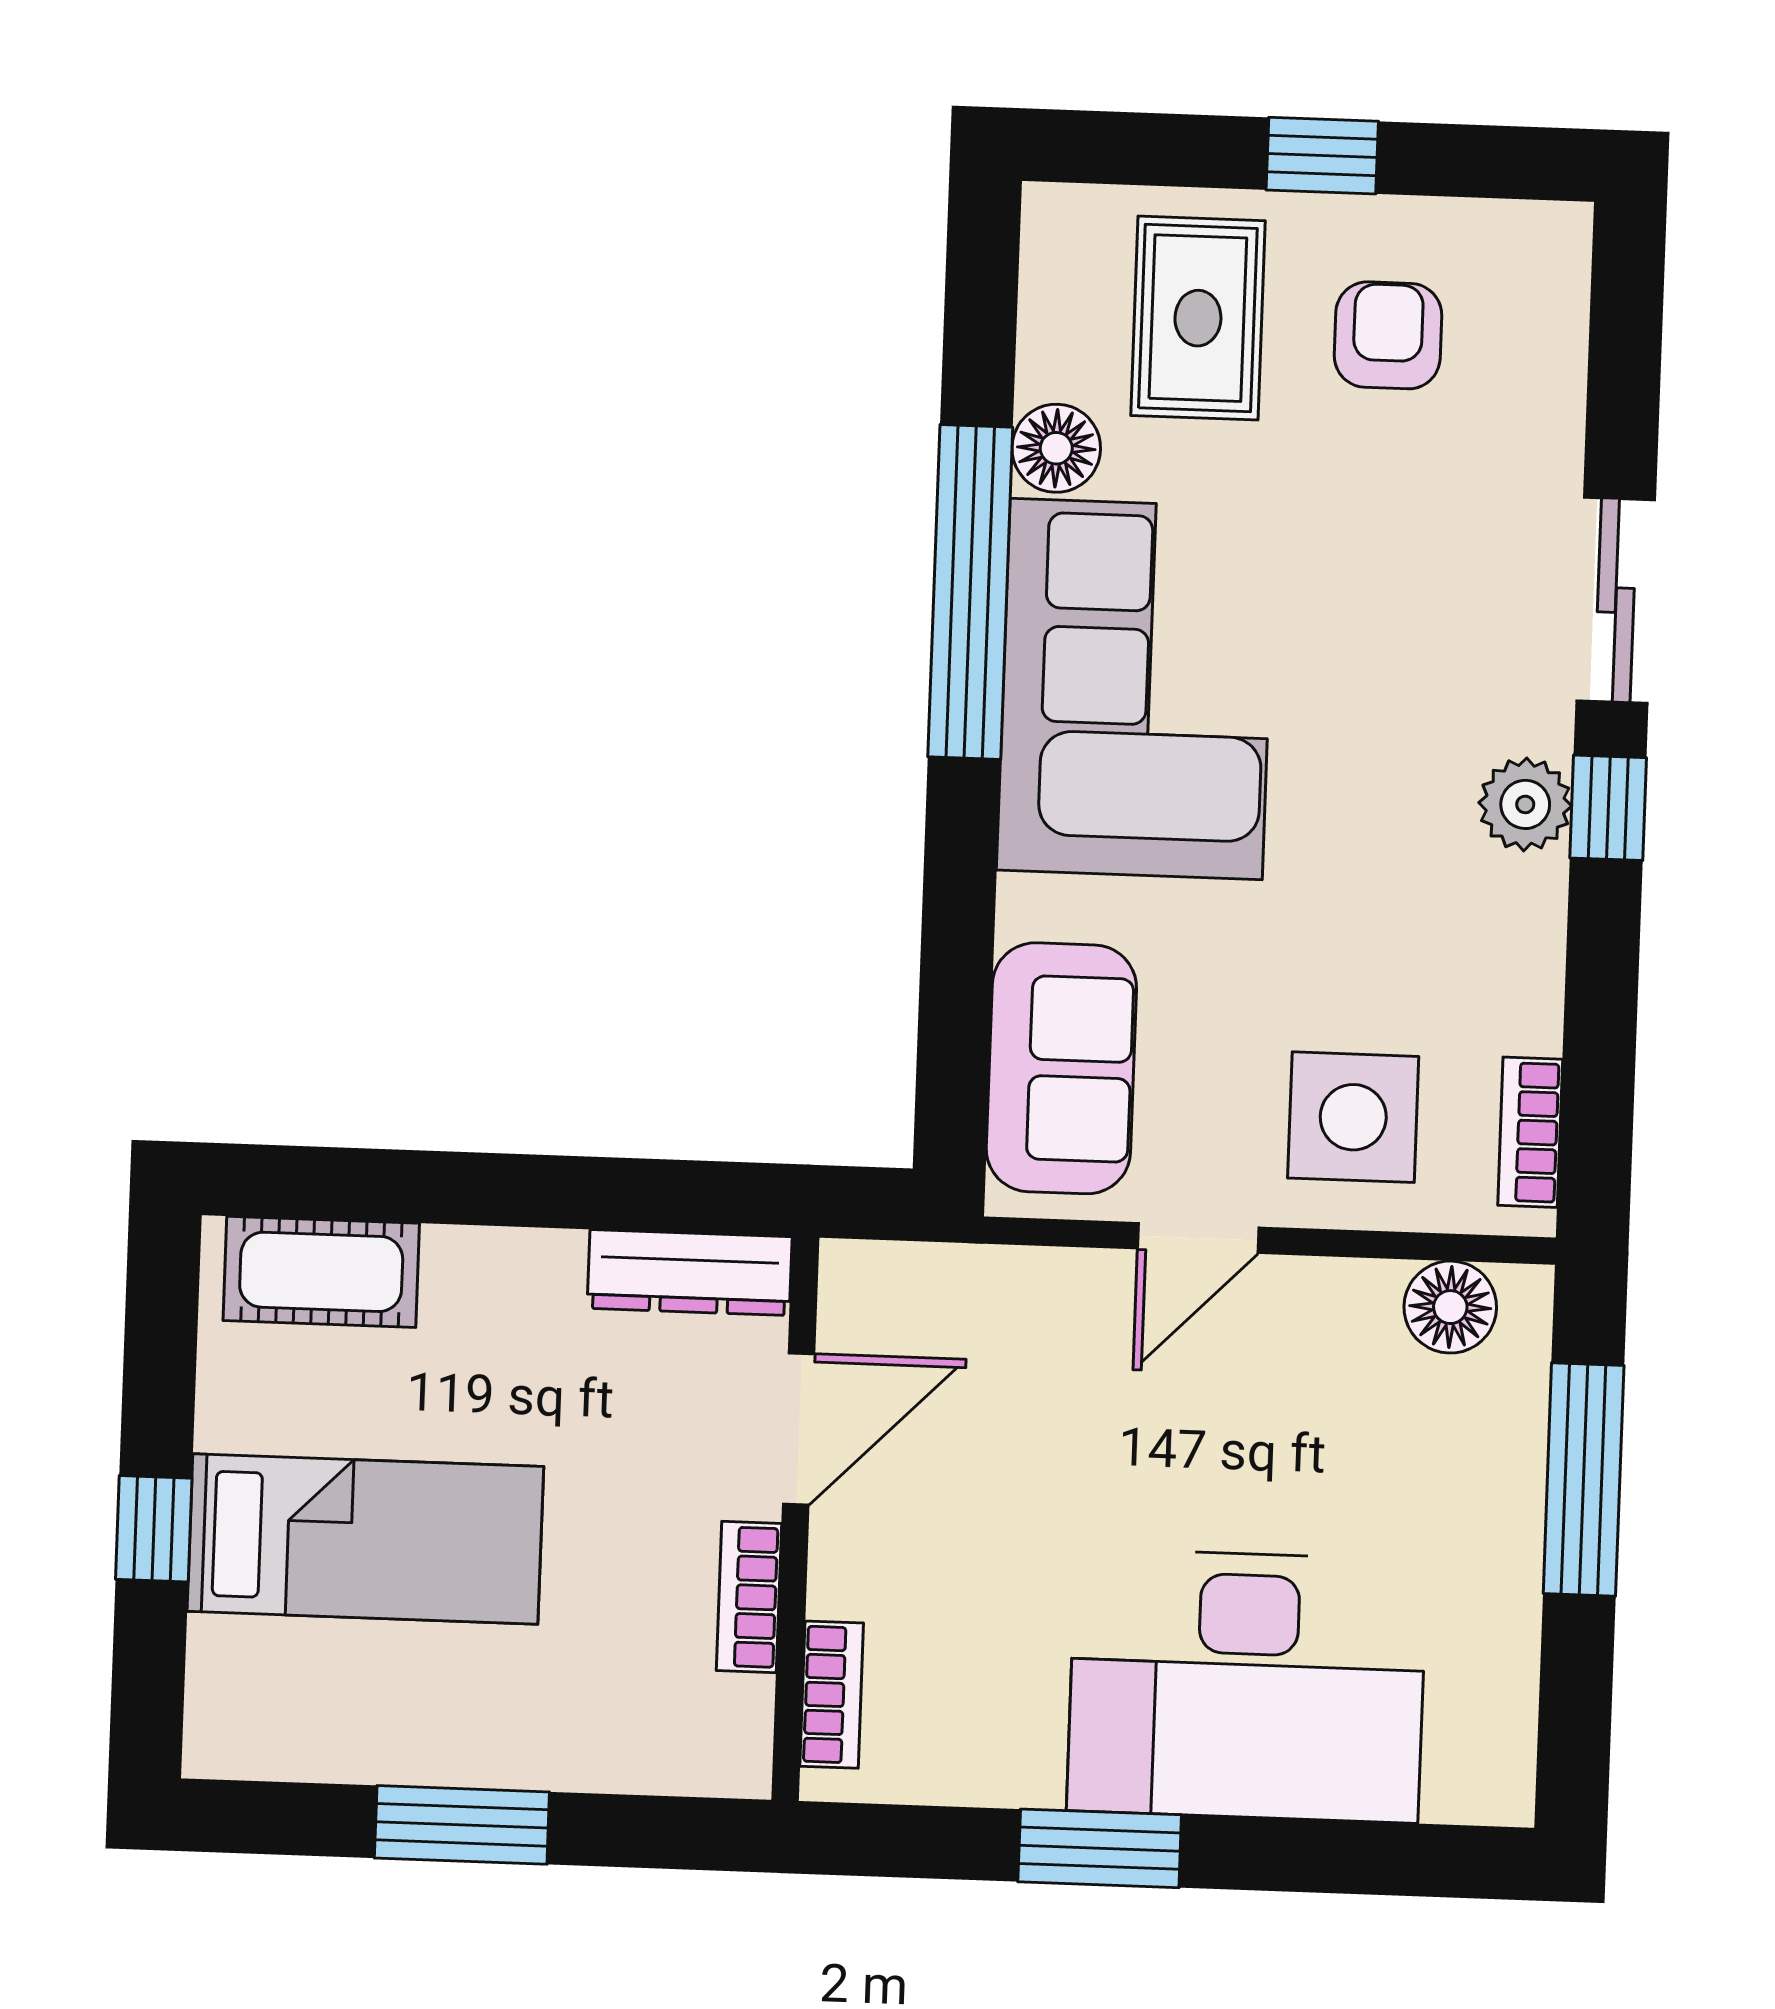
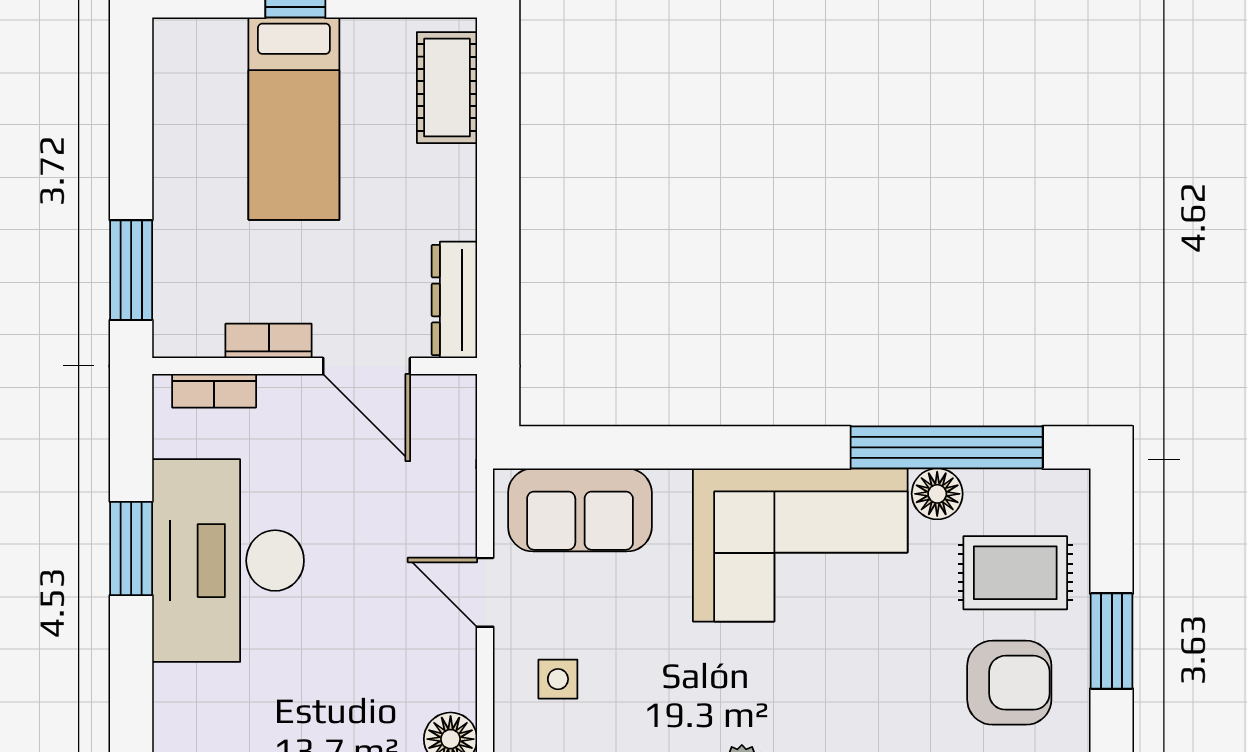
window: (1322, 156) -> (1112, 641), width x1.50
armchair: (1388, 335) -> (1009, 683), width x1.38, depth x1.38
window: (970, 592) -> (947, 447), moved
side table: (1353, 1117) -> (558, 679), width x0.54, depth x0.54
desk: (1247, 1686) -> (228, 561), moved
window: (462, 1825) -> (131, 270), moved

